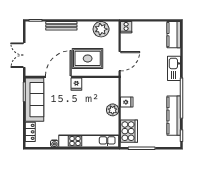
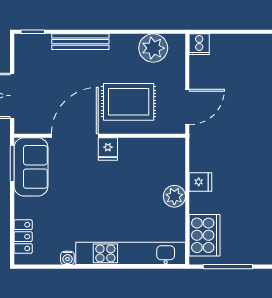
sofa: (34, 100) -> (31, 167), width x0.73

